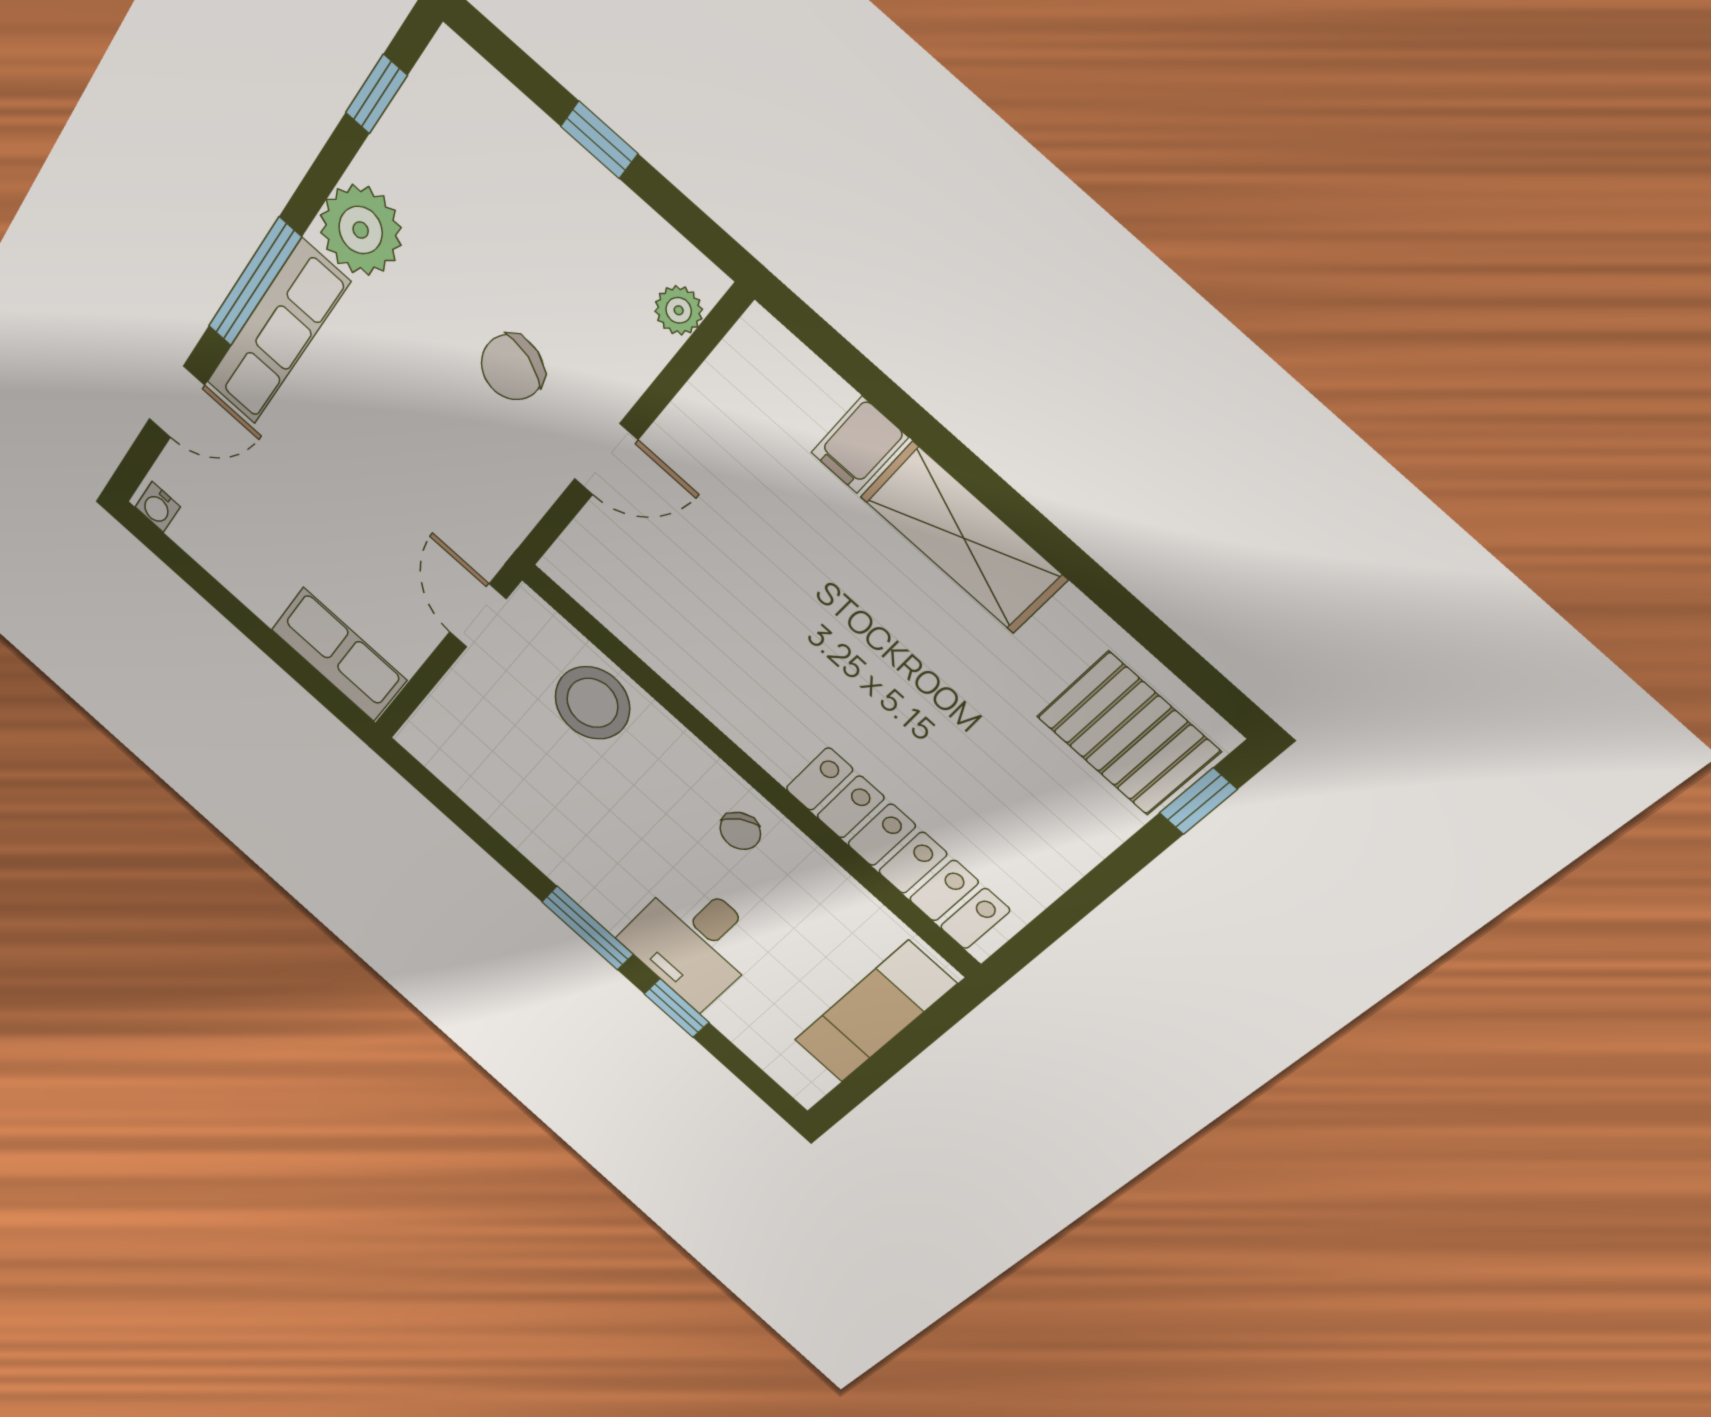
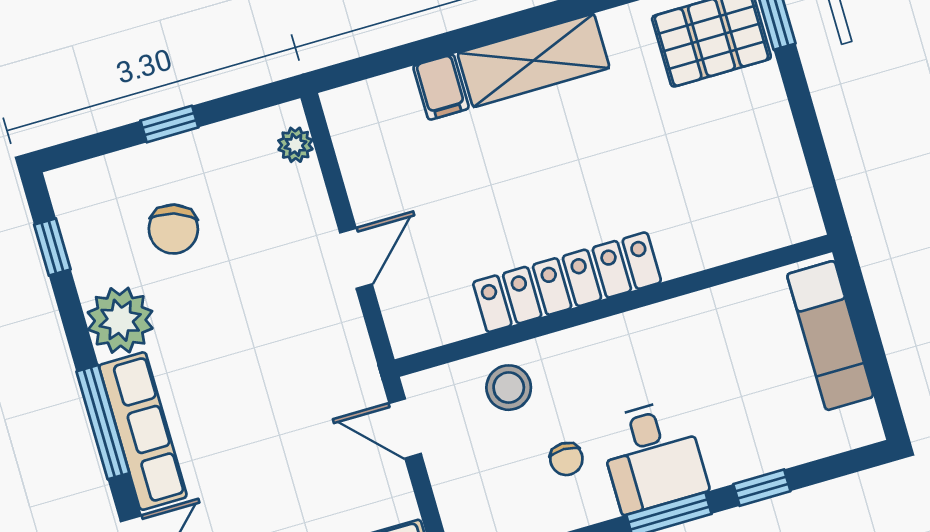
chair: (512, 367) -> (173, 229), moved
stool: (592, 703) -> (509, 388), width x0.73, depth x0.73
chair: (740, 831) -> (566, 459), moved, turned 39
locker: (897, 849) -> (567, 282), moved
desk: (693, 942) -> (653, 456), moved

